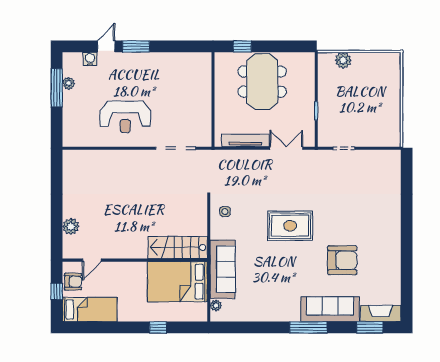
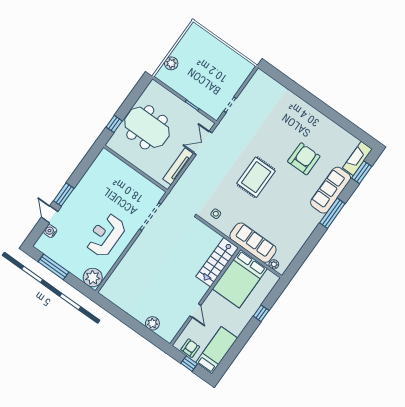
plant: (69, 83) -> (93, 278), moved, width x1.87, depth x1.87
reception desk: (125, 117) -> (105, 235), turned 180
door: (92, 260) -> (195, 311), moved

